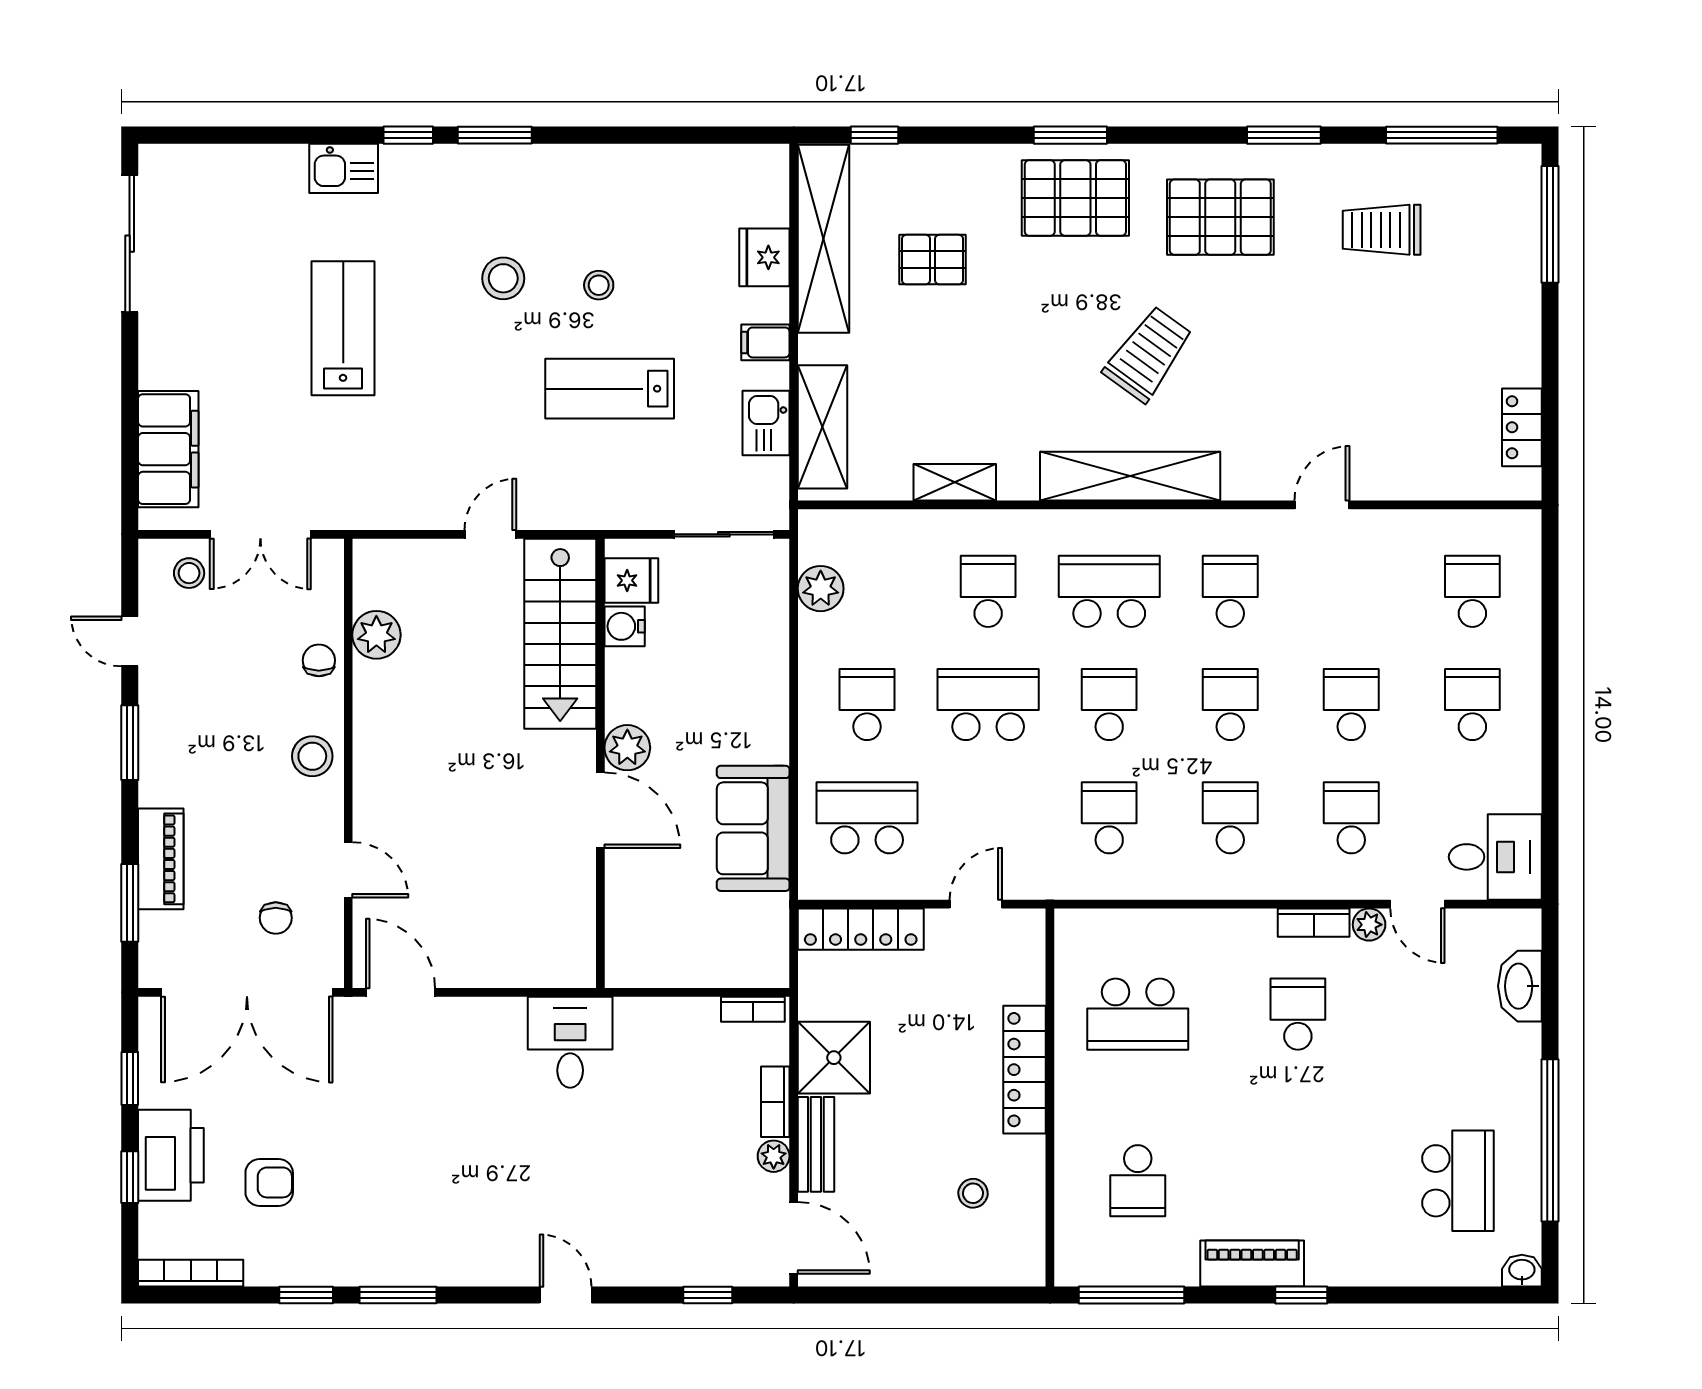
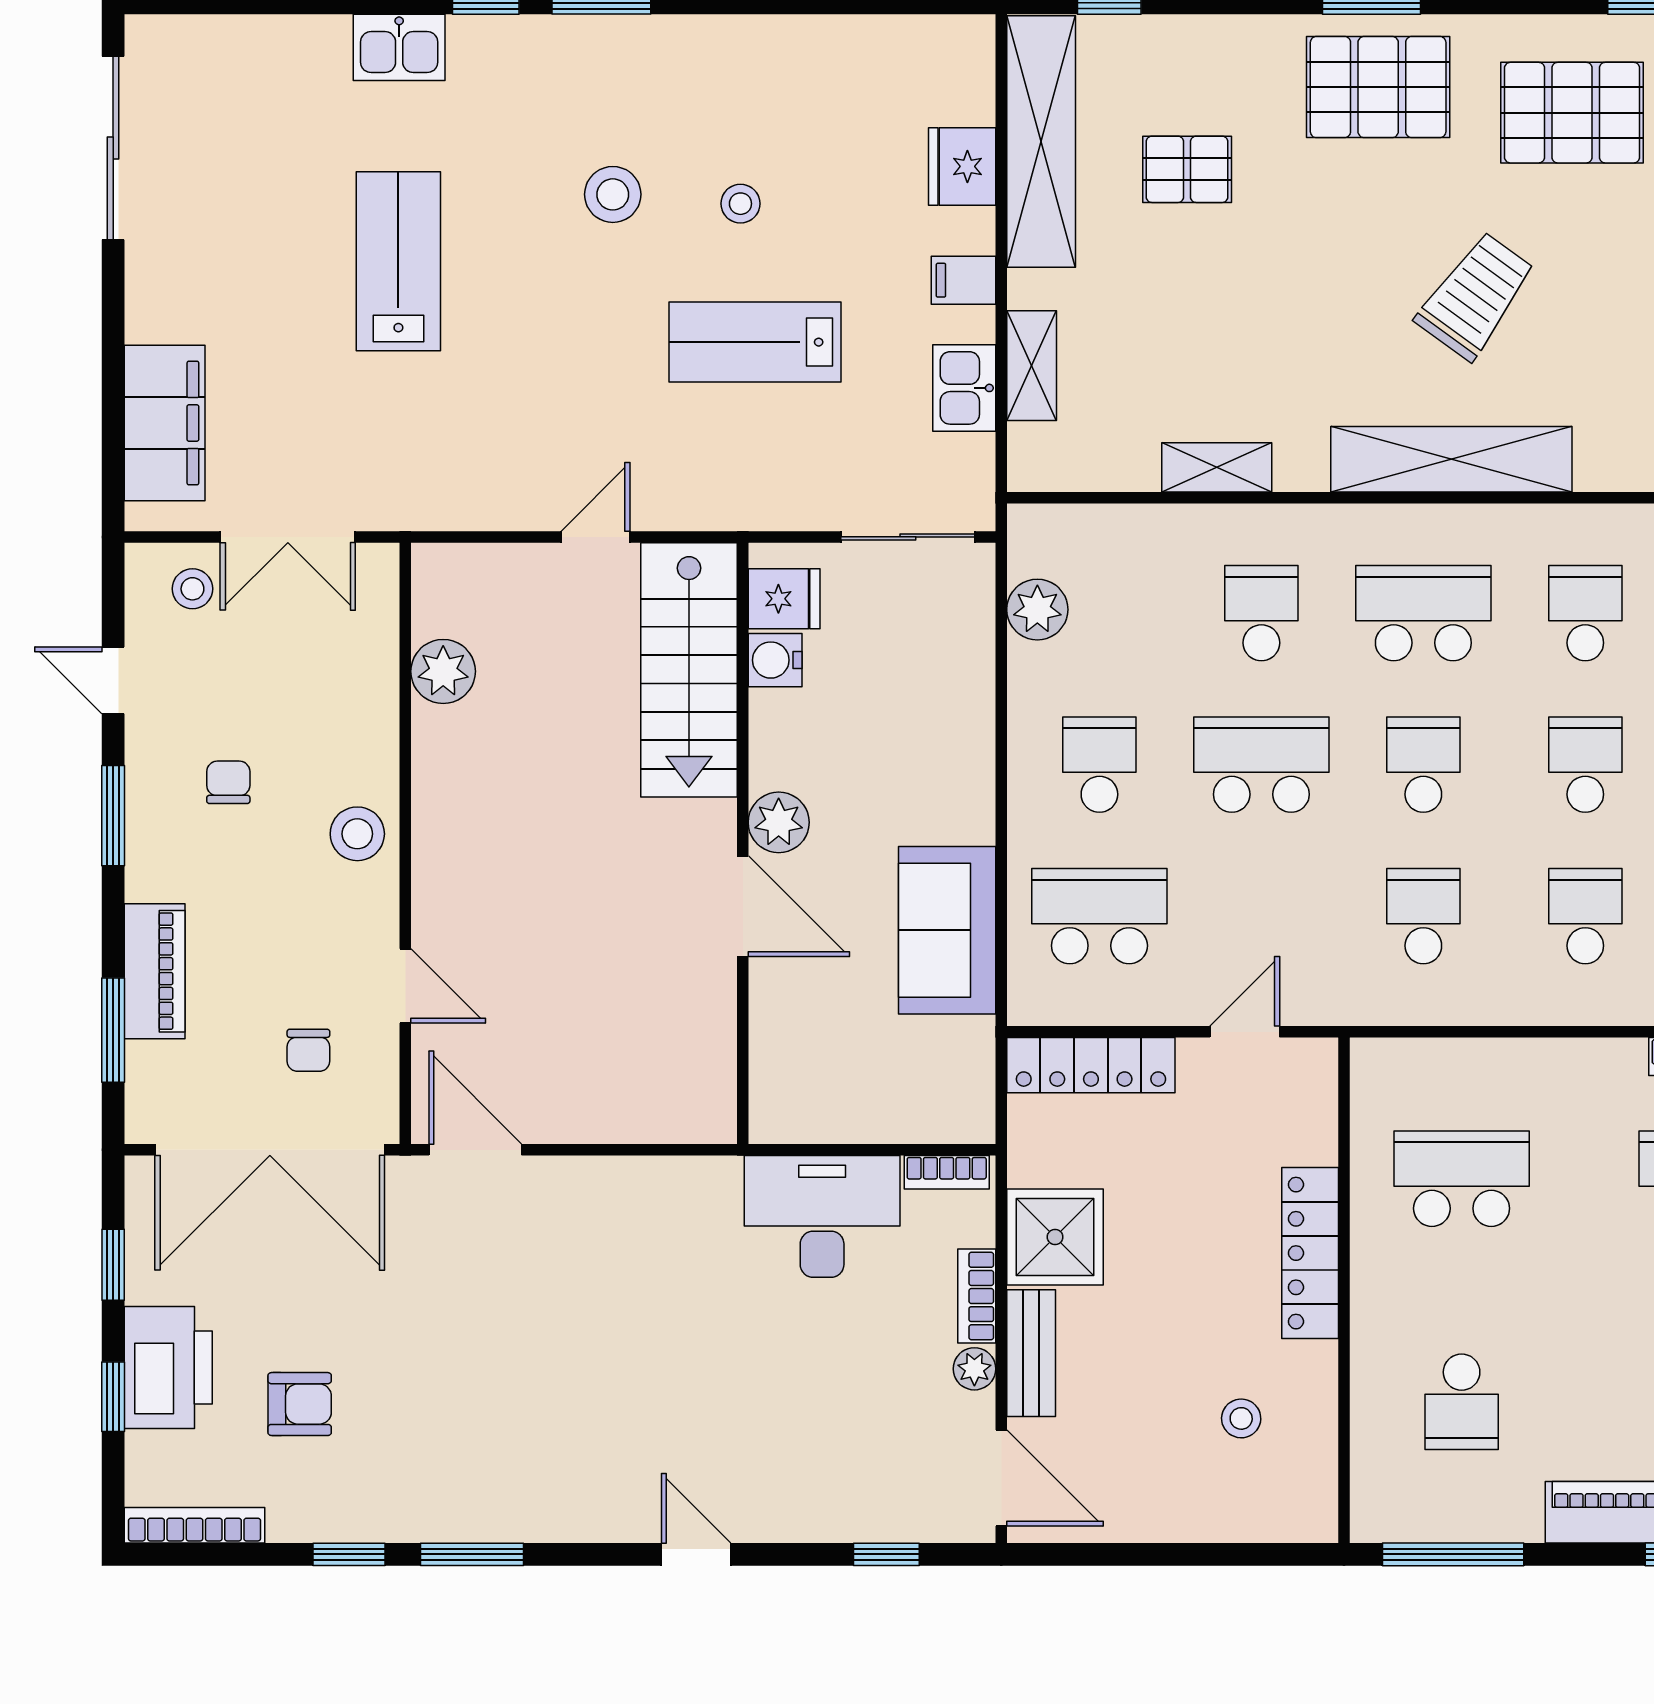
shelving: (822, 427) -> (1032, 366), width x0.67, depth x0.75
chair: (319, 660) -> (228, 782), moved
school desk: (1138, 1014) -> (1462, 1179), turned 180
desk: (570, 1042) -> (822, 1216), moved, width x1.37

